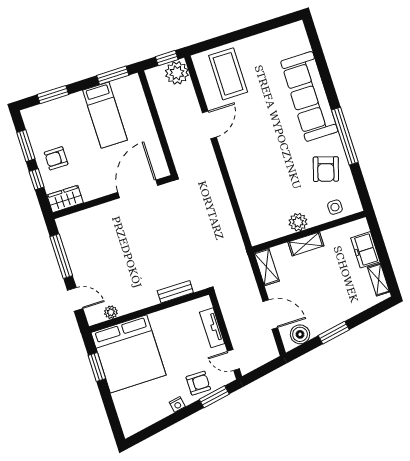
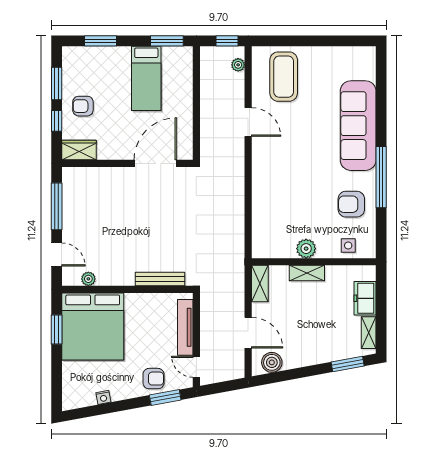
plant: (177, 73) -> (238, 65), width x0.53, depth x0.53
door: (209, 125) -> (248, 122), hinge flipped
armchair: (326, 169) -> (351, 204), turned 73
bench: (175, 292) -> (160, 279), width x1.36
tv unit: (212, 328) -> (185, 327), width x1.41
window: (334, 333) -> (348, 364), moved
nightstand: (177, 404) -> (103, 397), moved

